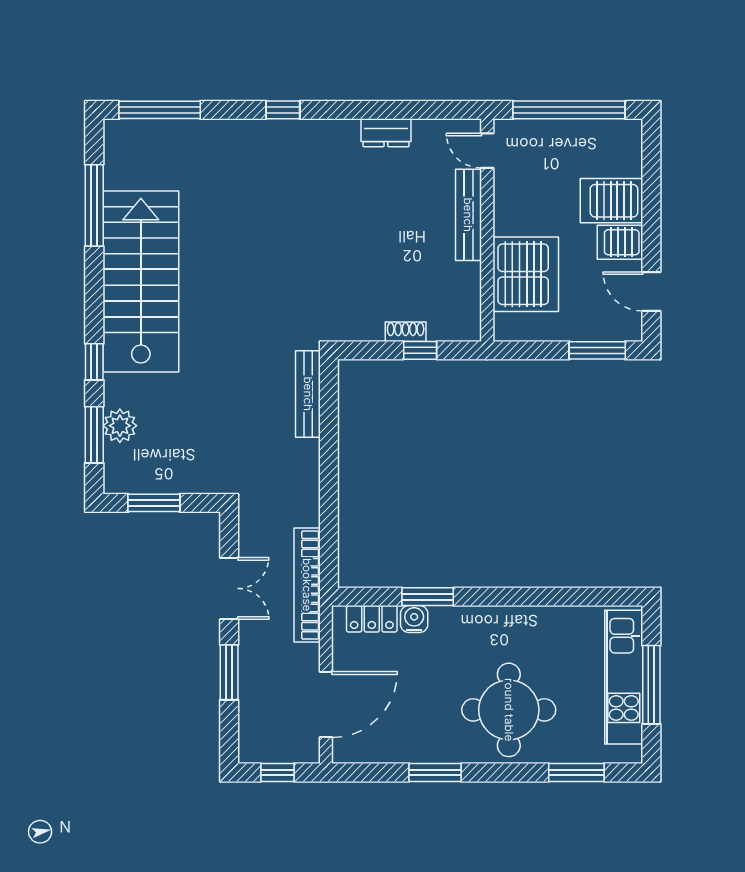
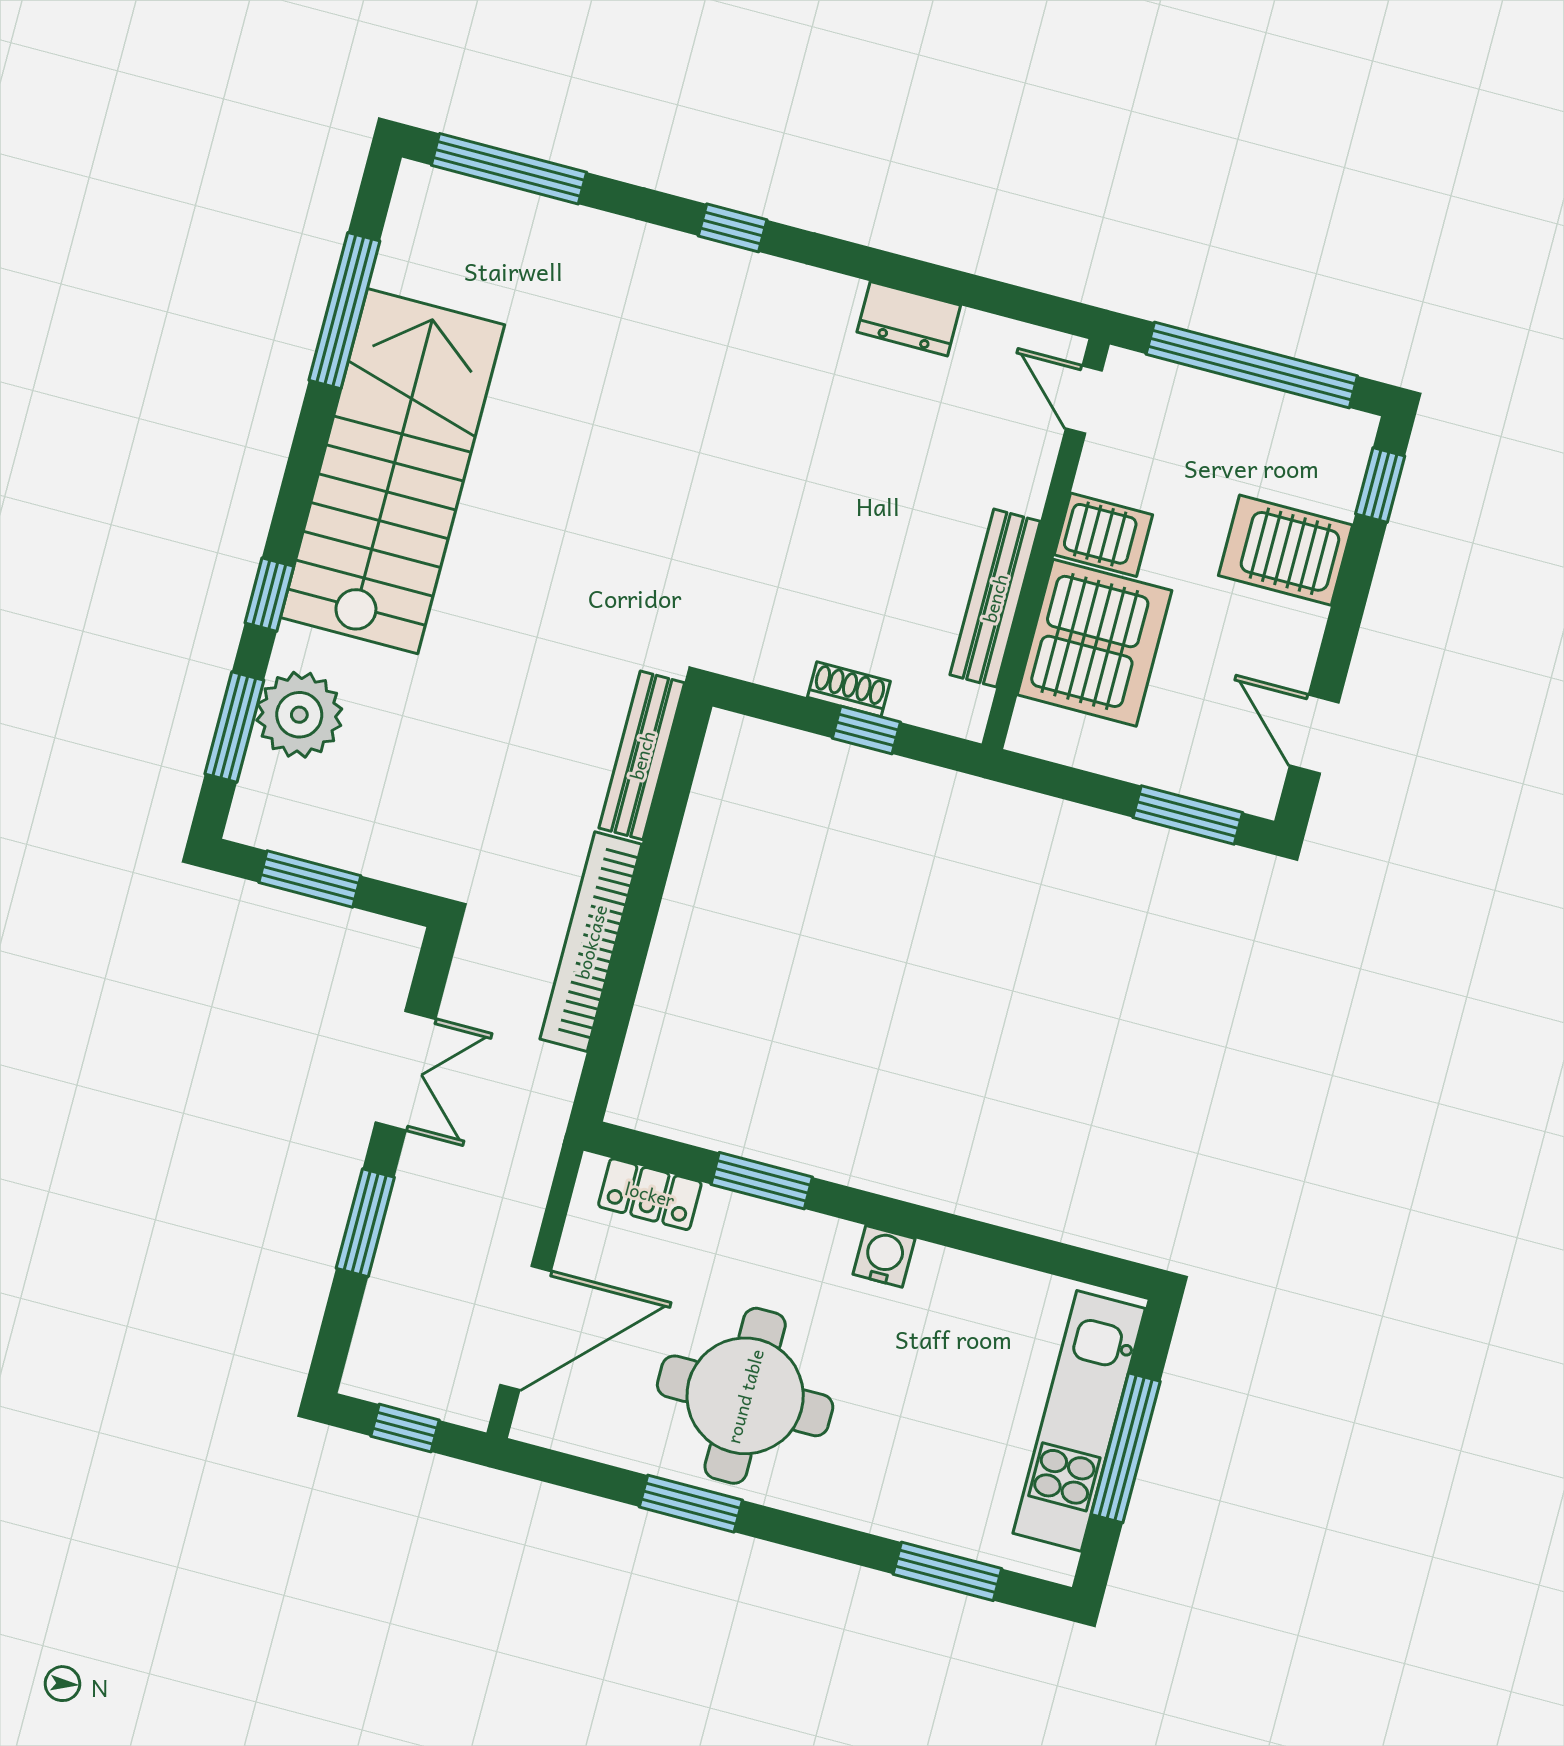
window: (651, 154) -> (1380, 485), added
bench: (468, 215) -> (995, 598), moved
server rack: (620, 242) -> (1103, 535), moved, turned 180
plant: (120, 426) -> (299, 715), width x1.36, depth x1.36
bookcase: (307, 585) -> (591, 942), moved
water cooler: (414, 619) -> (884, 1256), moved
round table: (509, 710) -> (745, 1396), moved

